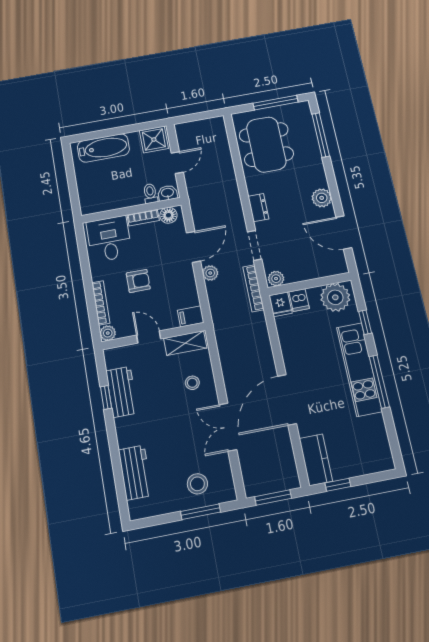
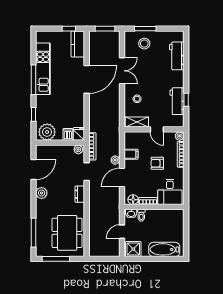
door: (344, 232) -> (33, 169), hinge flipped
filing cabinet: (191, 316) -> (131, 154), moved
kitchen unit: (359, 369) -> (43, 69), moved

